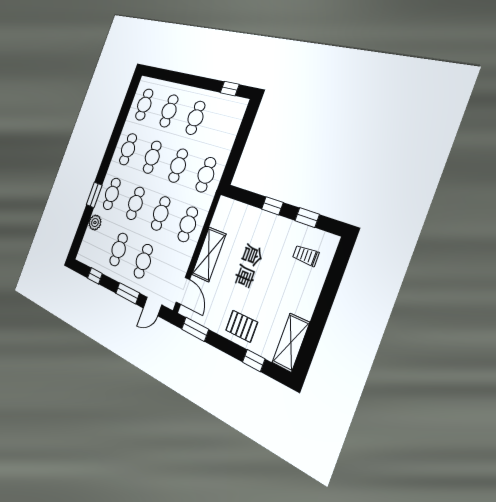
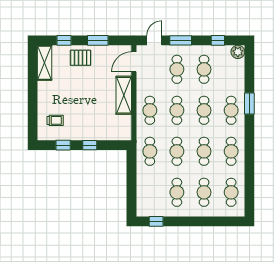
plant: (95, 223) -> (238, 52), moved
door: (183, 291) -> (134, 62), hinge flipped
window: (195, 329) -> (98, 40), moved

